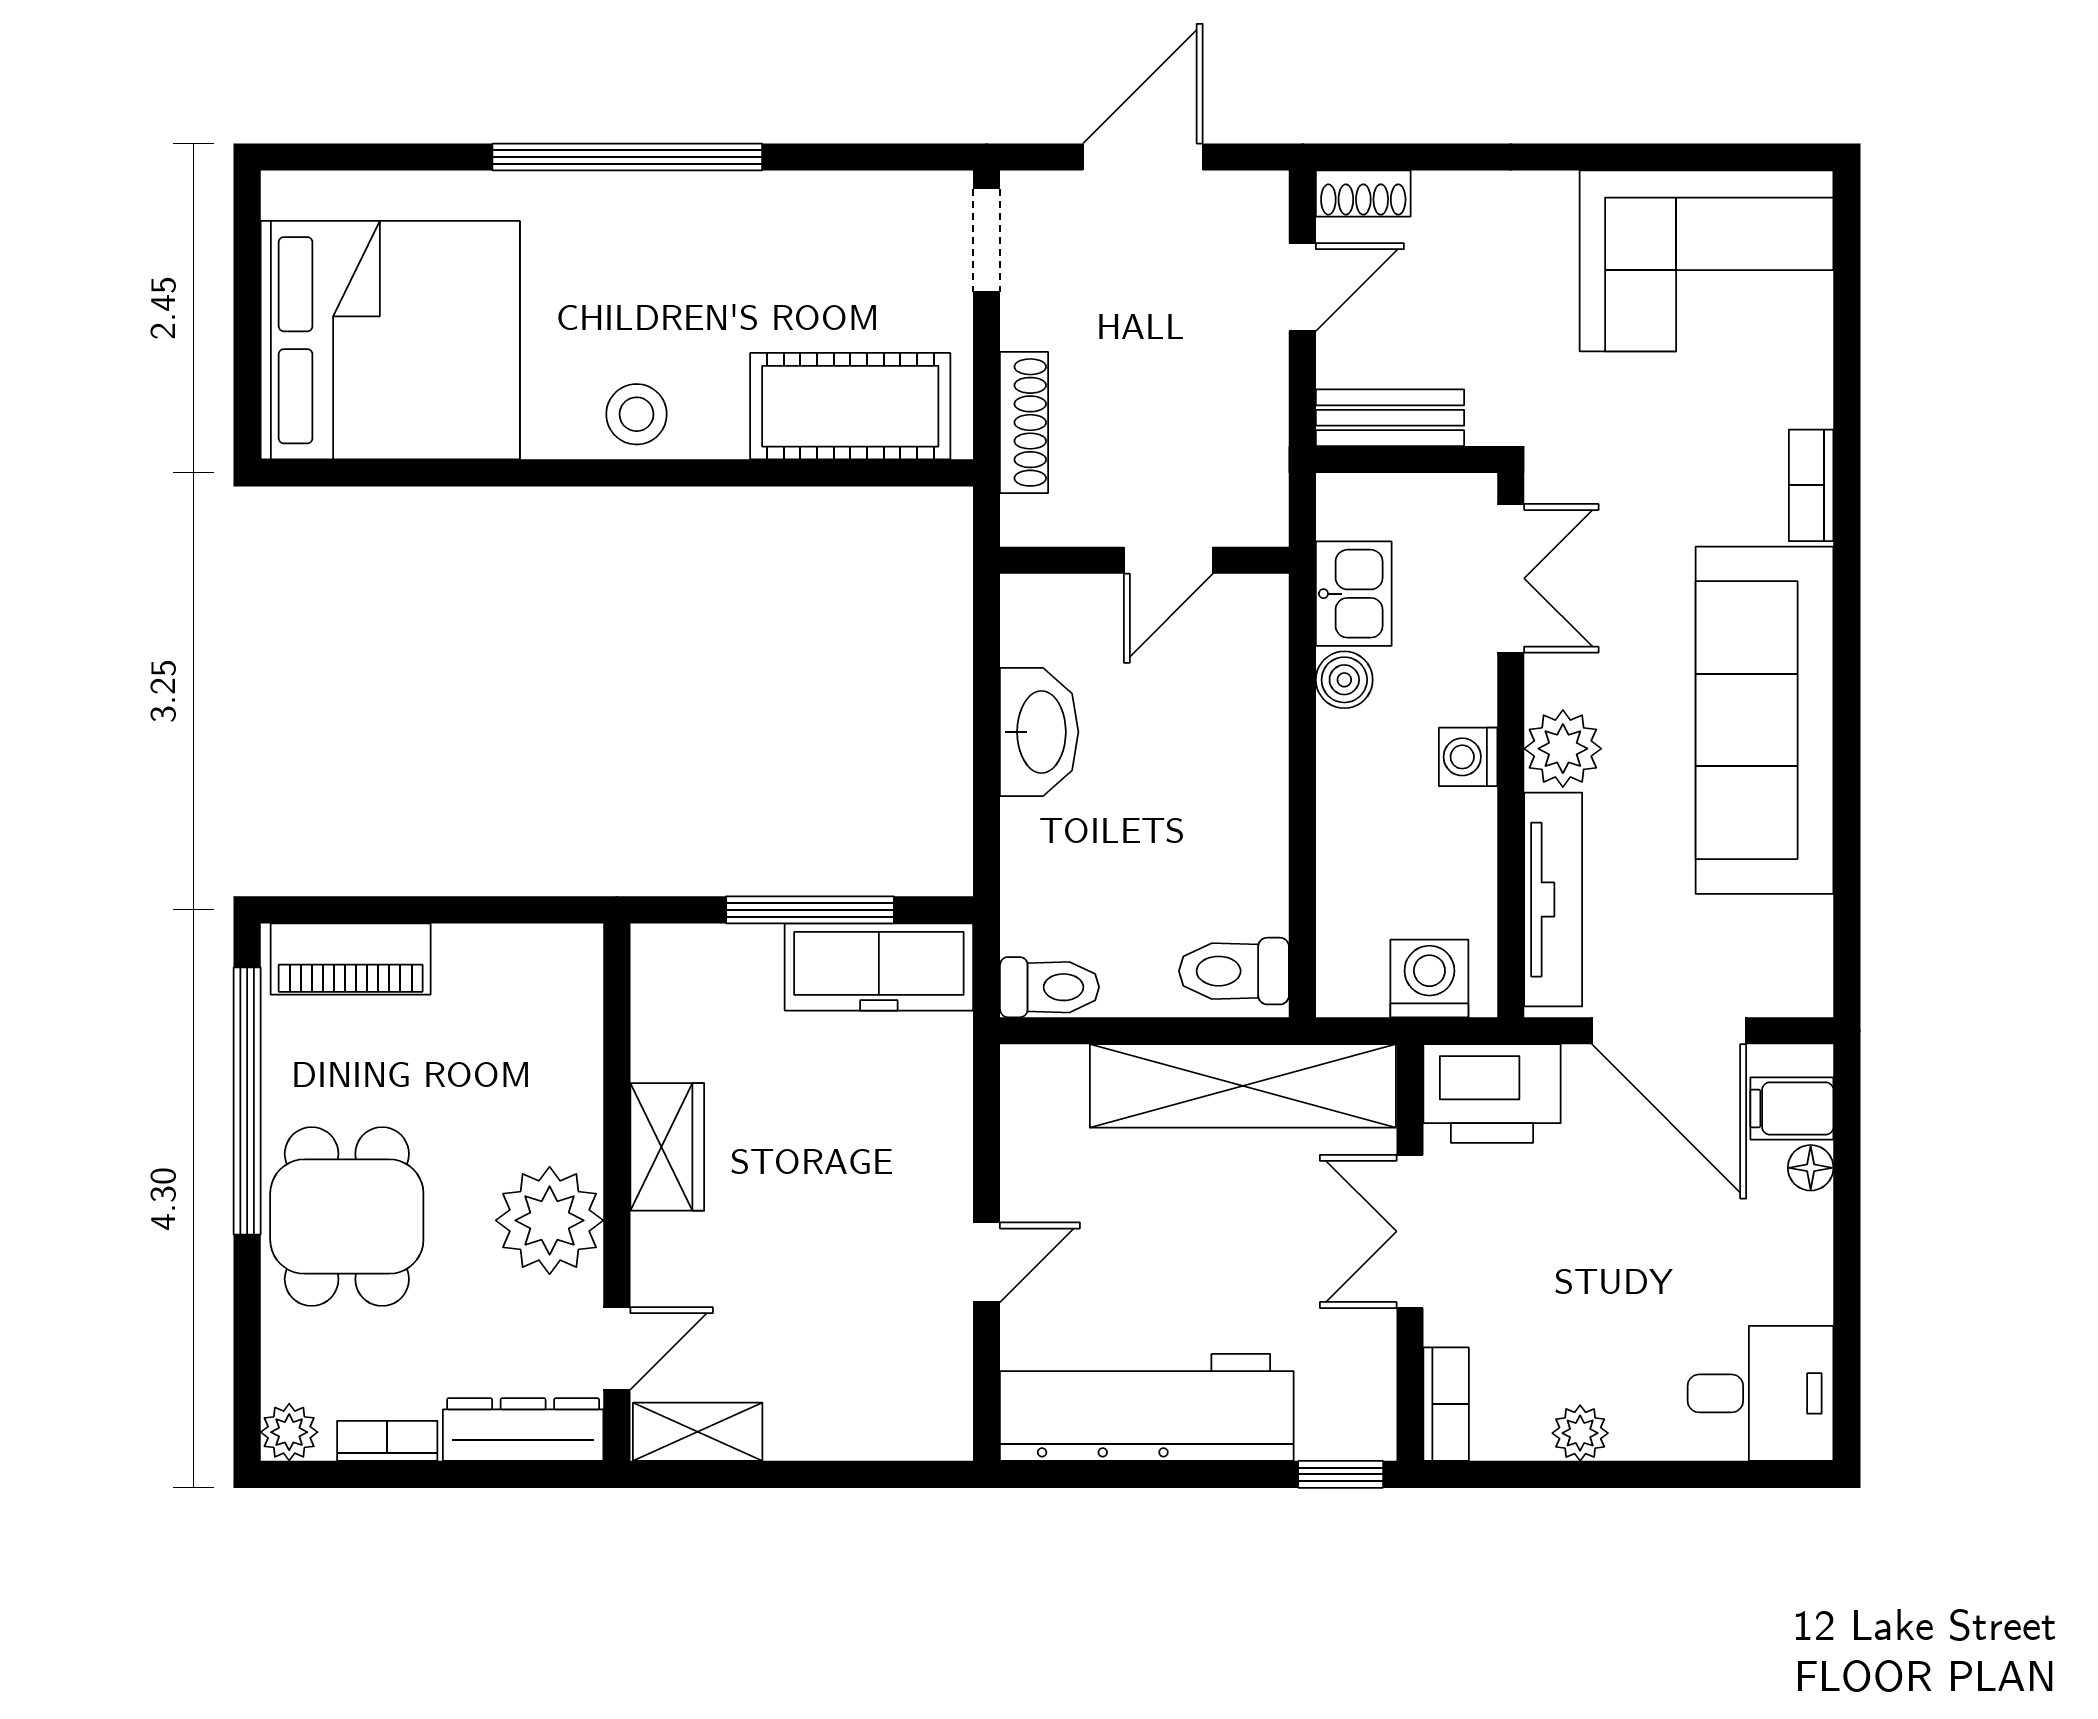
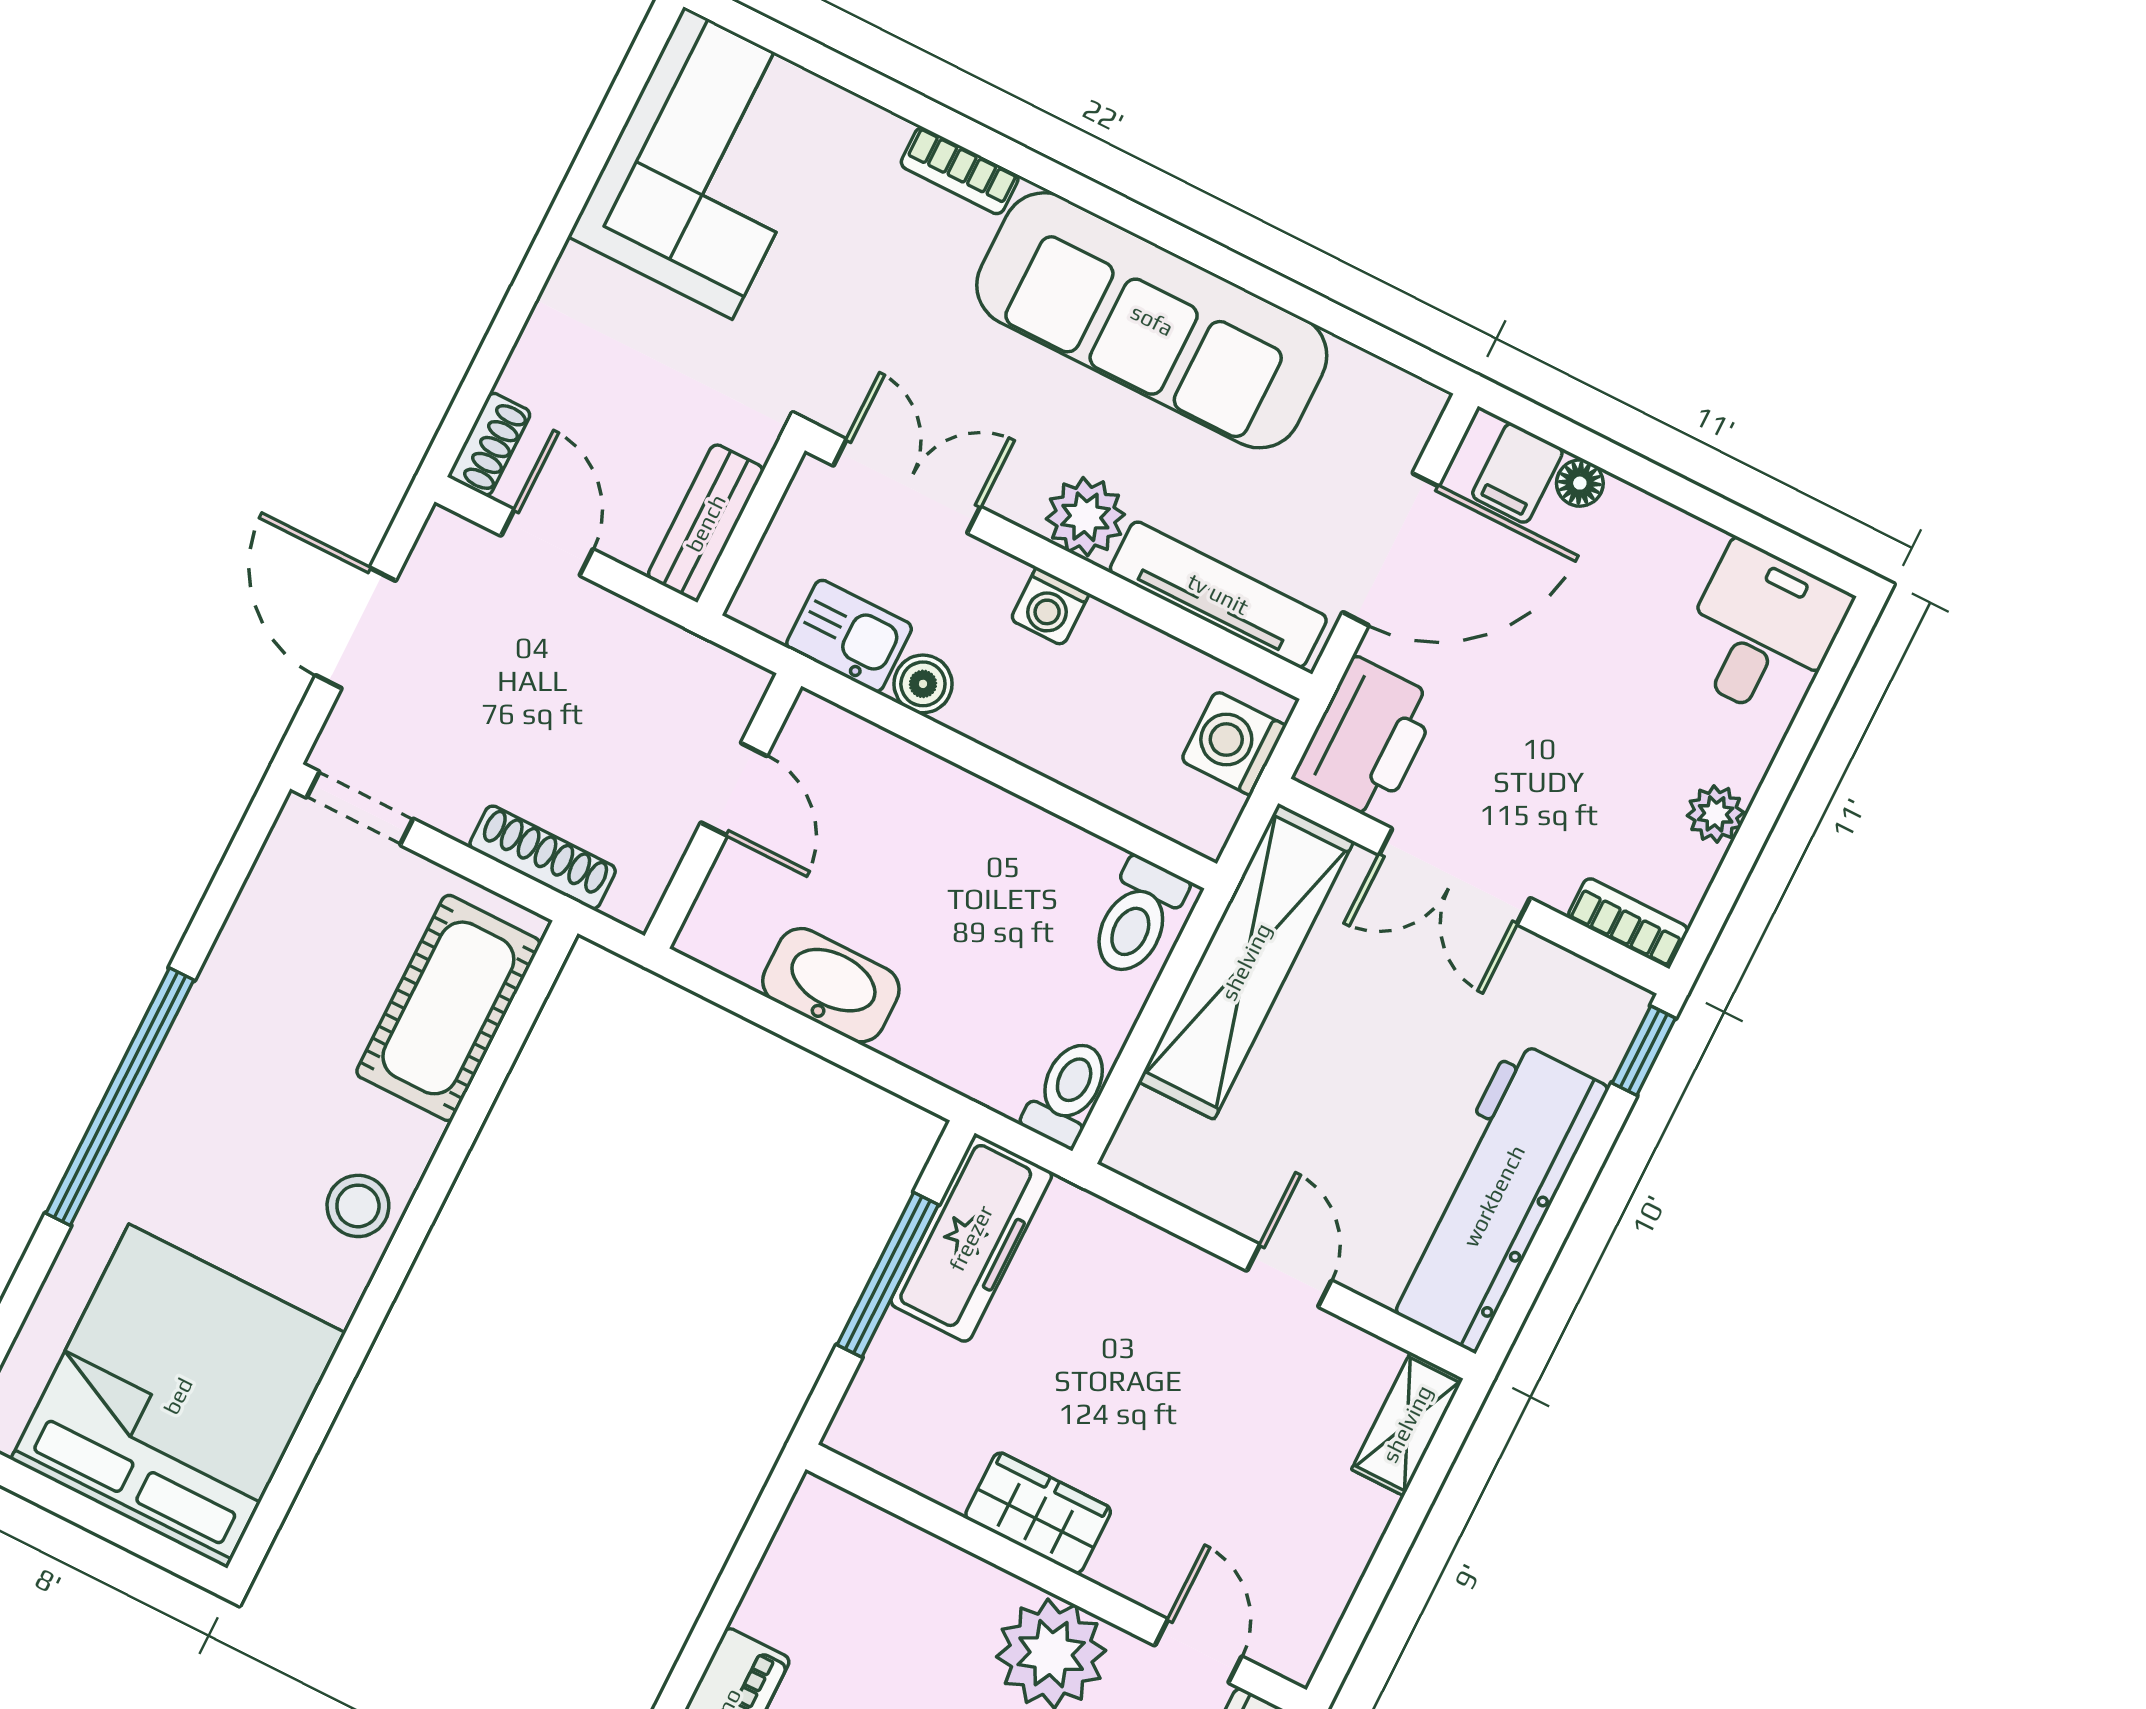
shelving: (698, 1432) -> (1407, 1424), moved

